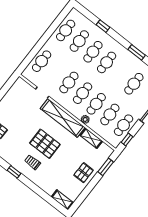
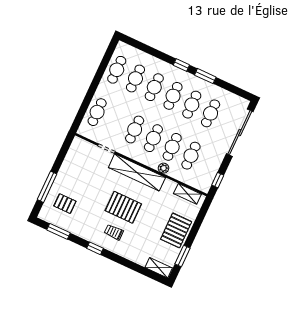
window: (103, 26) -> (181, 65), moved
cafe table: (124, 125) -> (192, 105), moved
shelving: (91, 138) -> (187, 194), moved
window: (106, 167) -> (183, 256), moved
pallet: (84, 173) -> (176, 230), width x1.50, depth x1.42

